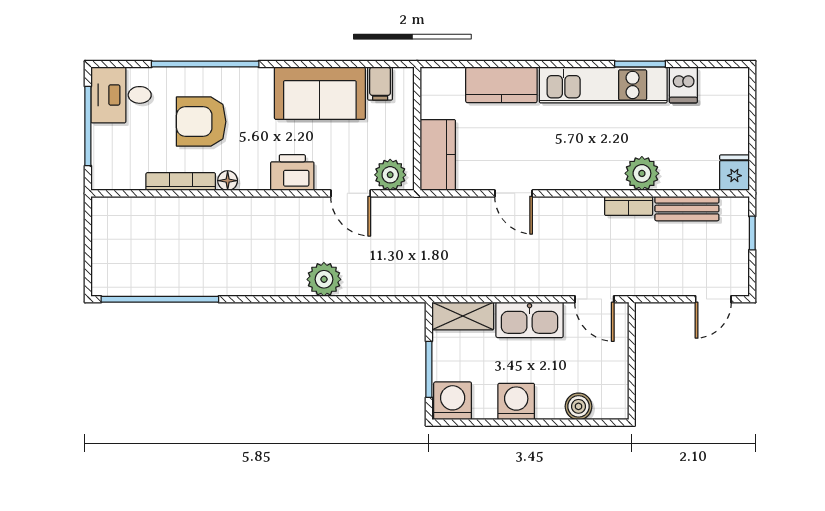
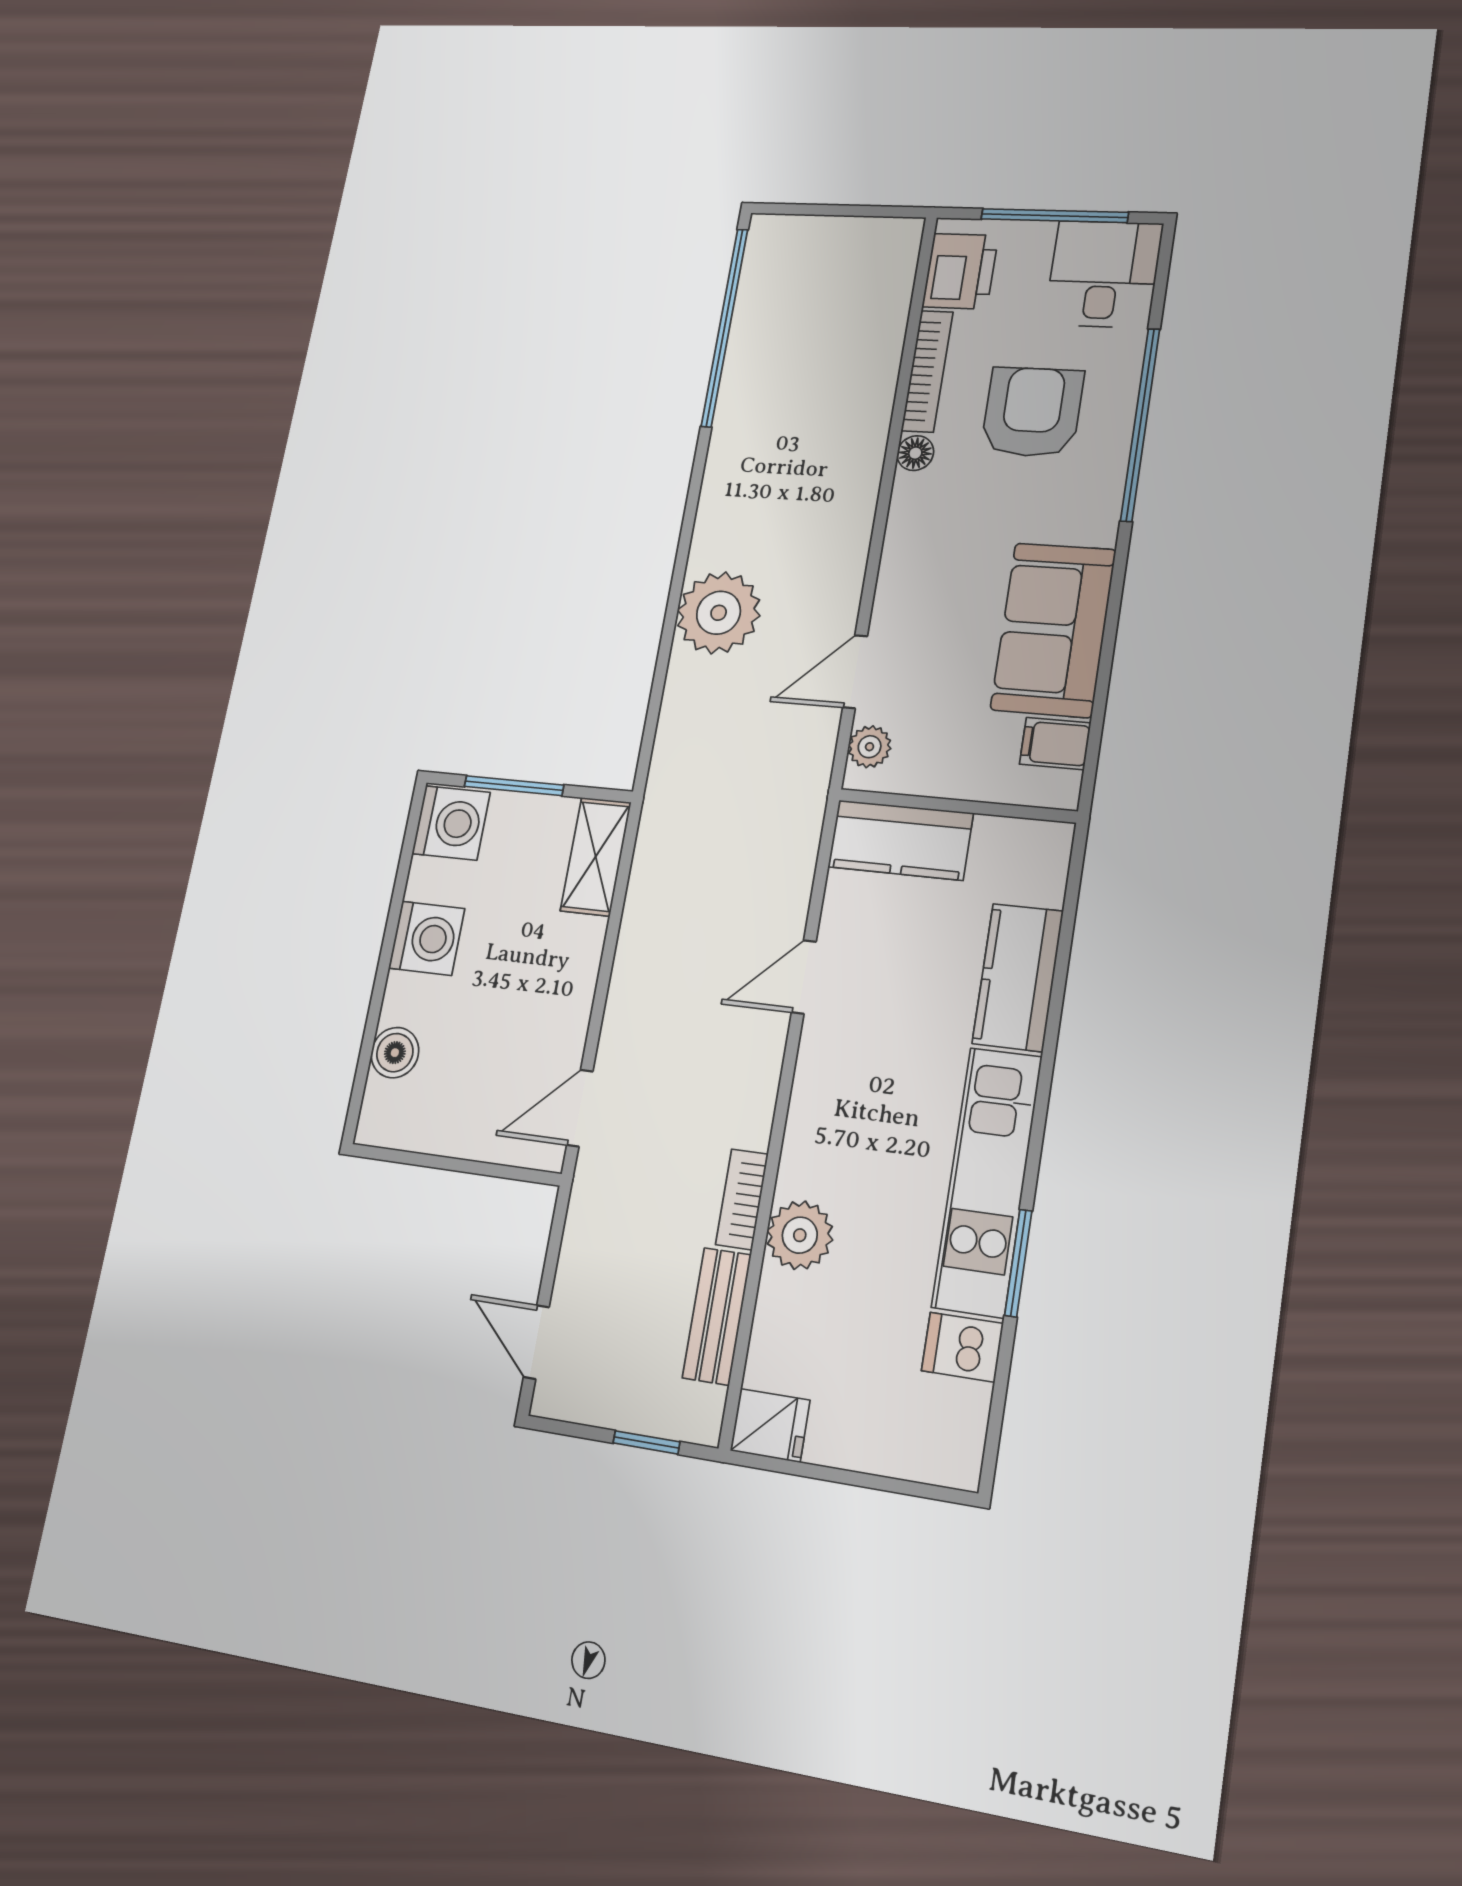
printer: (292, 173) -> (960, 271), moved
plant: (390, 175) -> (870, 747), width x0.73, depth x0.73
plant: (324, 279) -> (719, 613), width x1.36, depth x1.36
kitchen sink: (530, 320) -> (565, 980), removed

